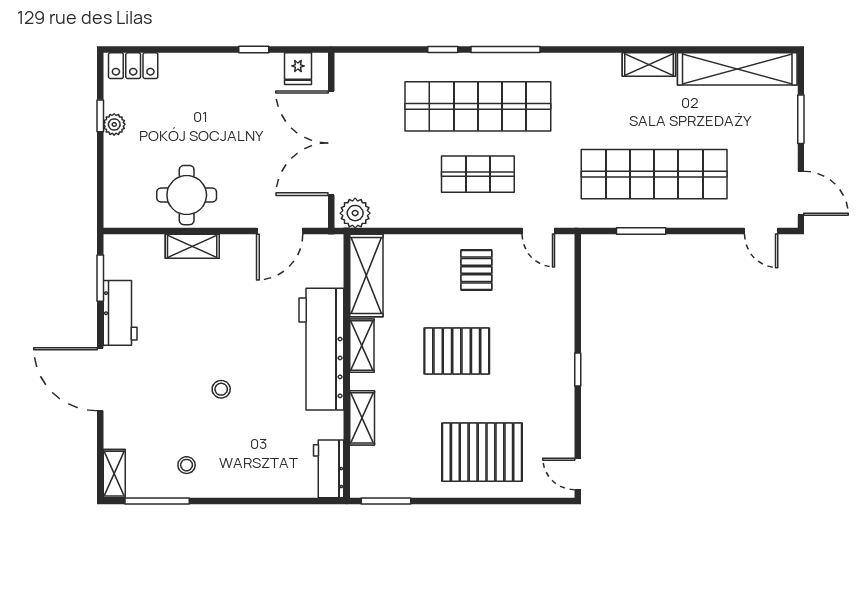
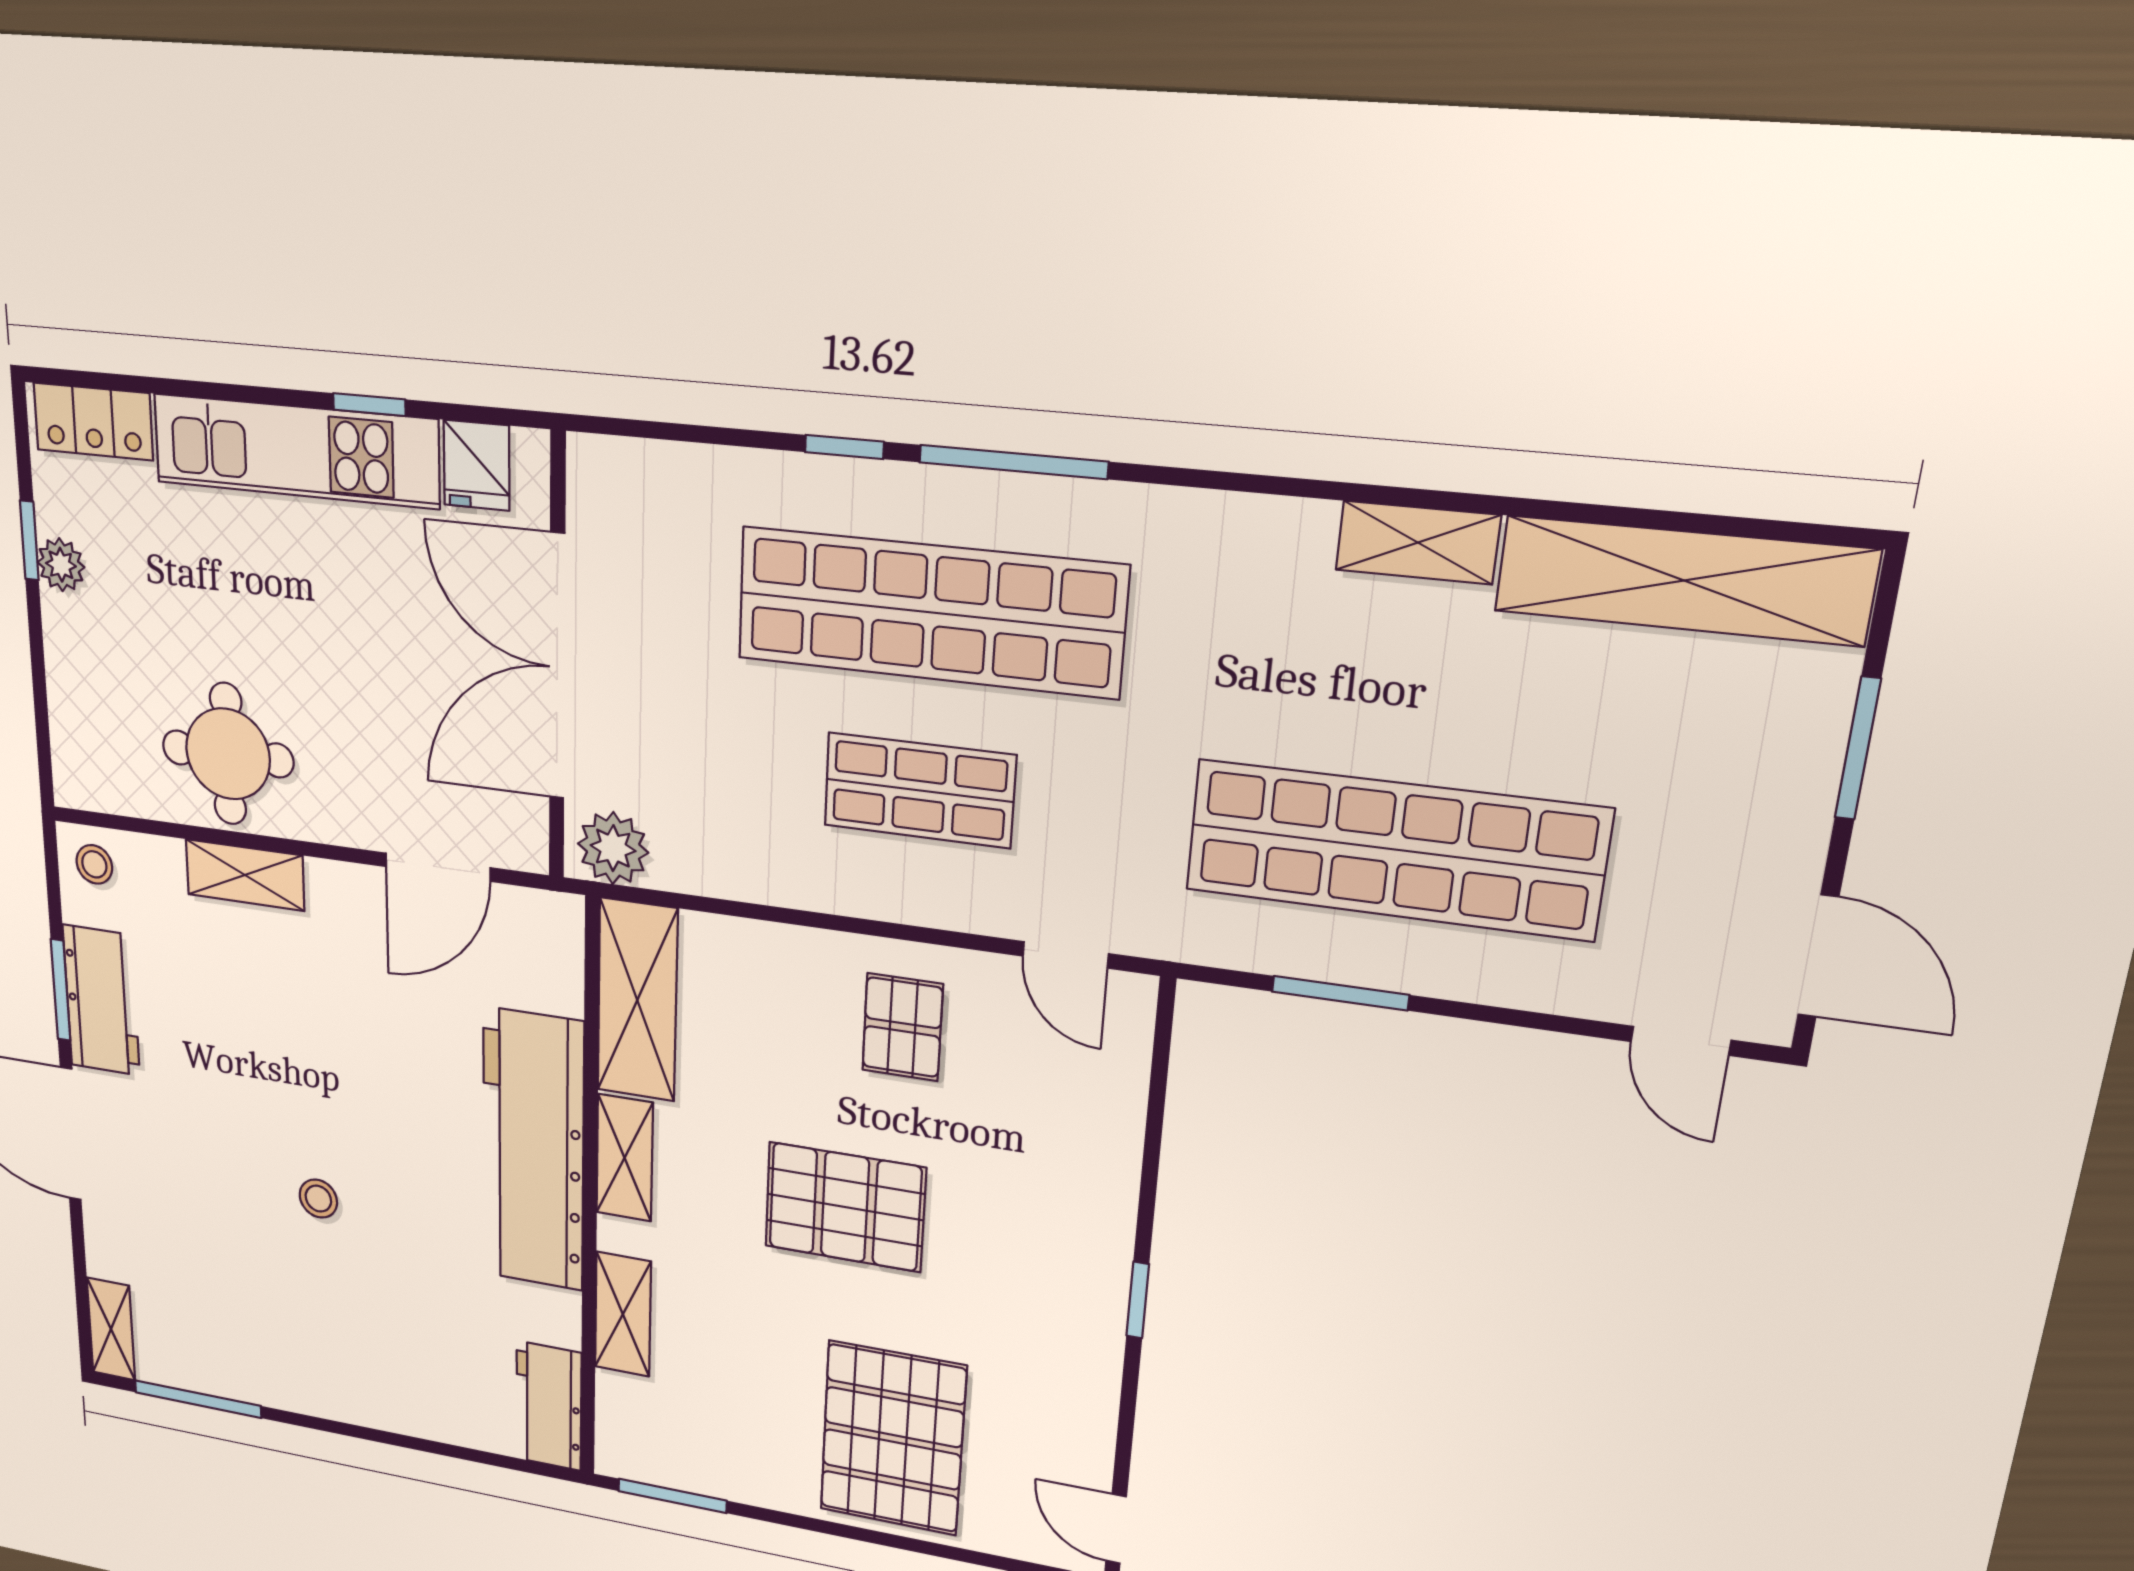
kitchen unit: (222, 70) -> (296, 451), added
window: (100, 278) -> (61, 990), moved
pallet: (482, 452) -> (893, 1438), turned 90
stool: (187, 465) -> (94, 864), moved

